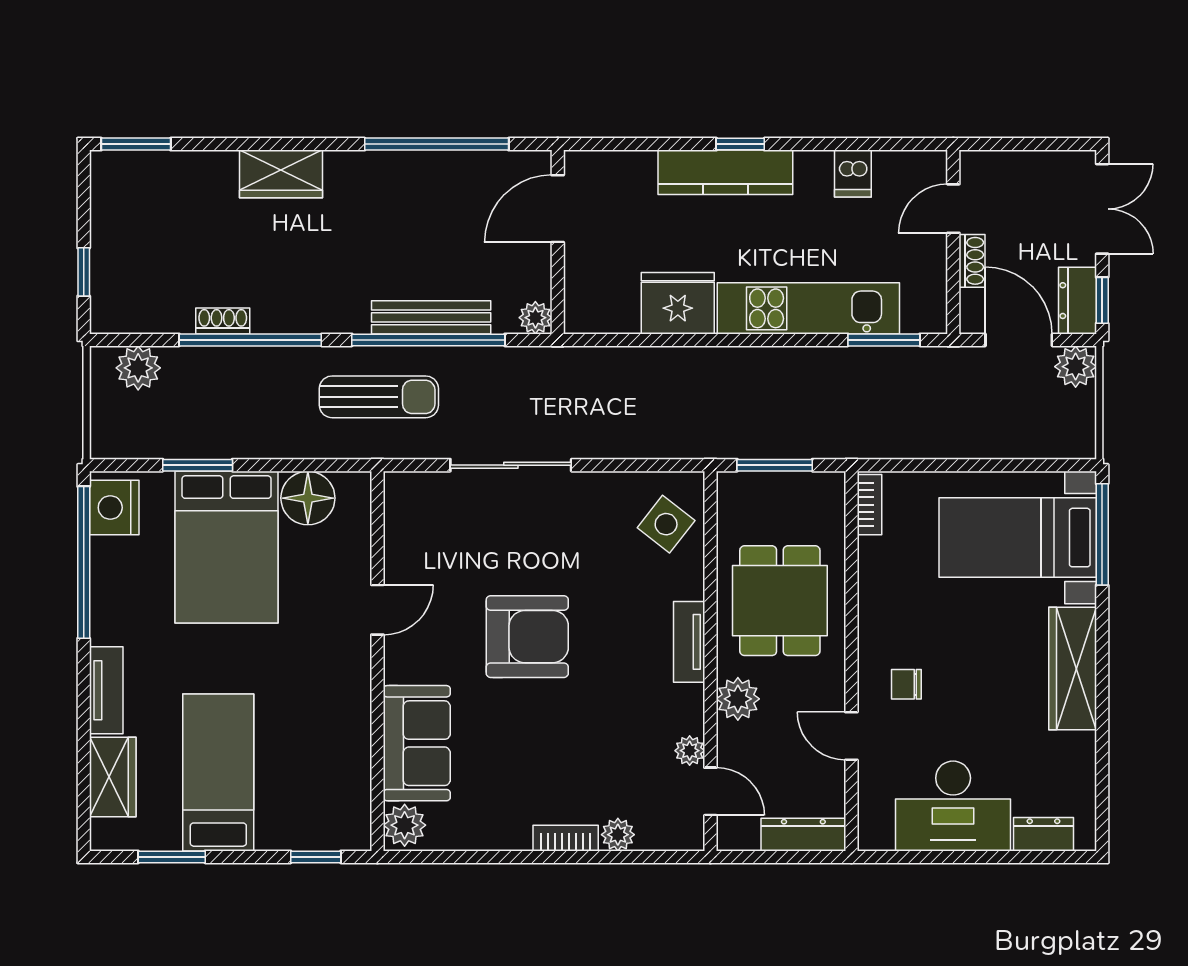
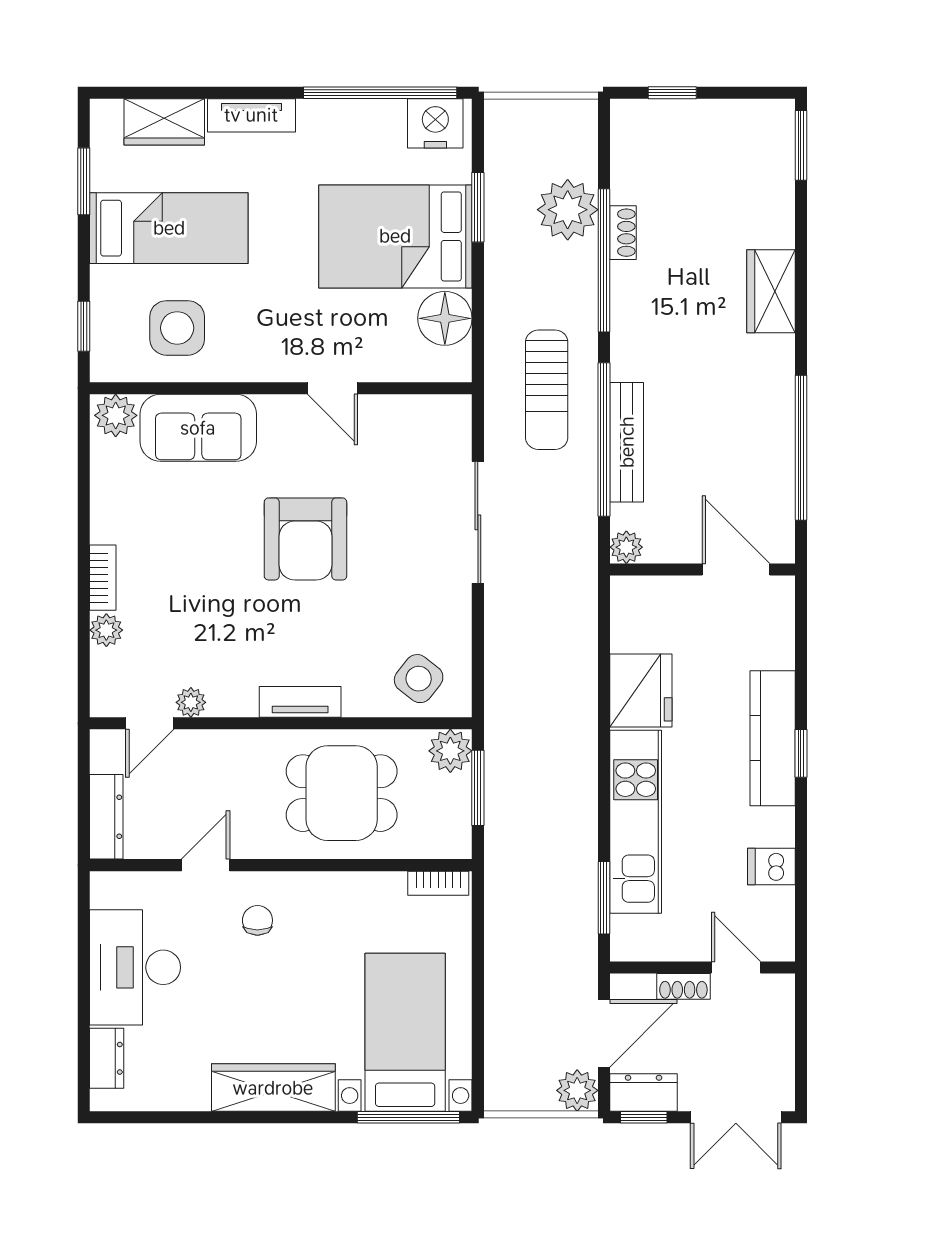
plant: (138, 368) -> (568, 210), moved, width x1.36, depth x1.36
plant: (738, 699) -> (450, 751), moved
side table: (317, 764) -> (177, 328), added

